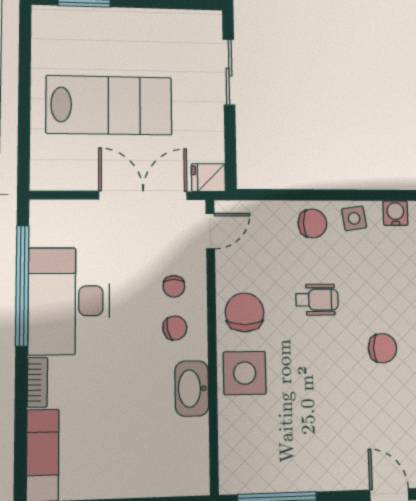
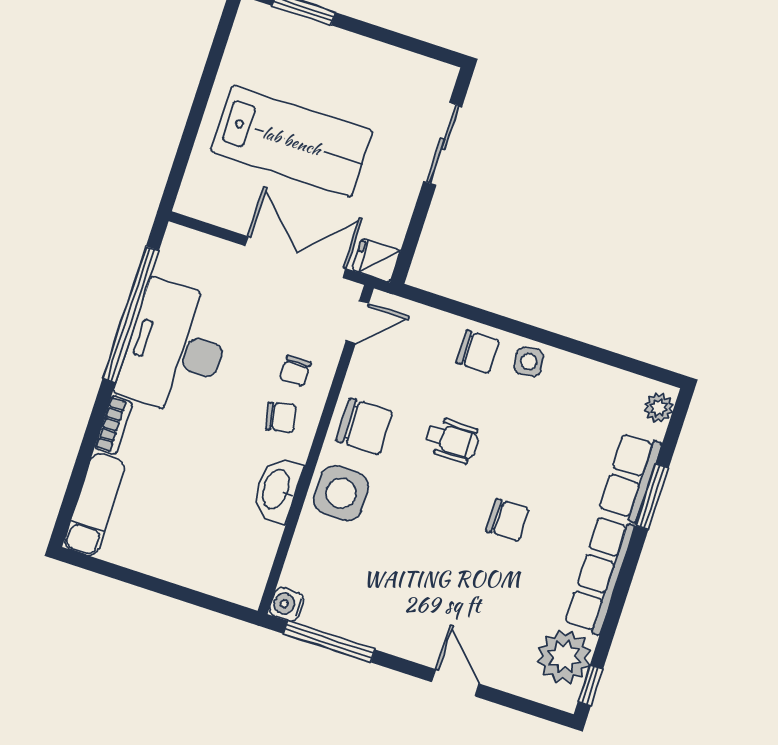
water cooler: (395, 213) -> (287, 604), moved, turned -90
chair: (245, 312) -> (364, 426), turned 90

